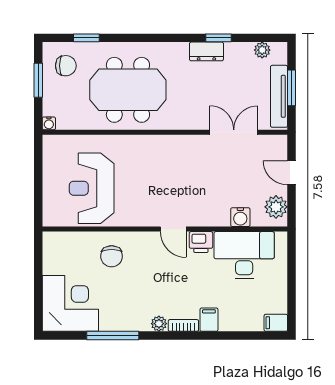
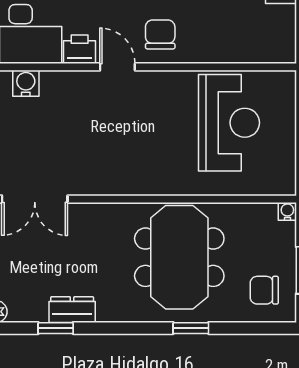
window: (86, 38) -> (191, 328), moved
meeting table: (128, 90) -> (179, 257), turned 90
chair: (112, 256) -> (160, 34), moved

